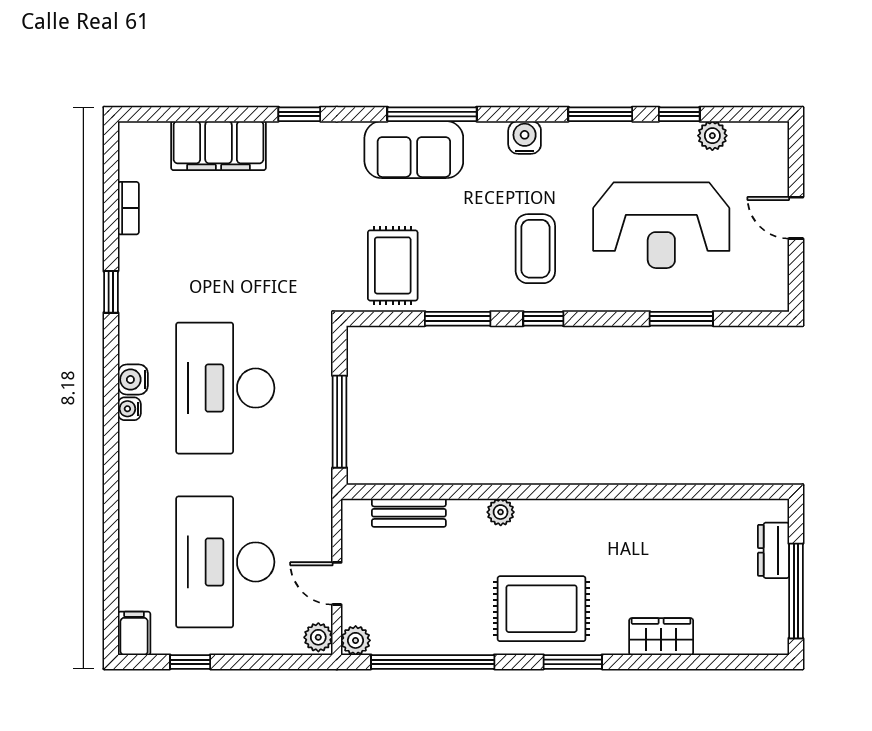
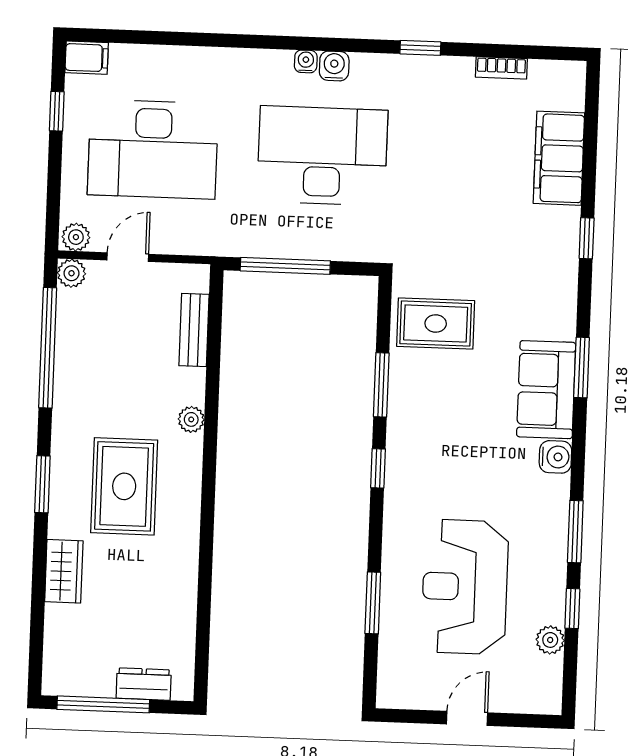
window: (432, 114) -> (582, 368), width x0.69
sofa: (414, 150) -> (546, 390), moved
coffee table: (535, 249) -> (447, 463), removed
desk: (225, 562) -> (153, 149), turned 180
rug: (542, 609) -> (124, 486), moved

